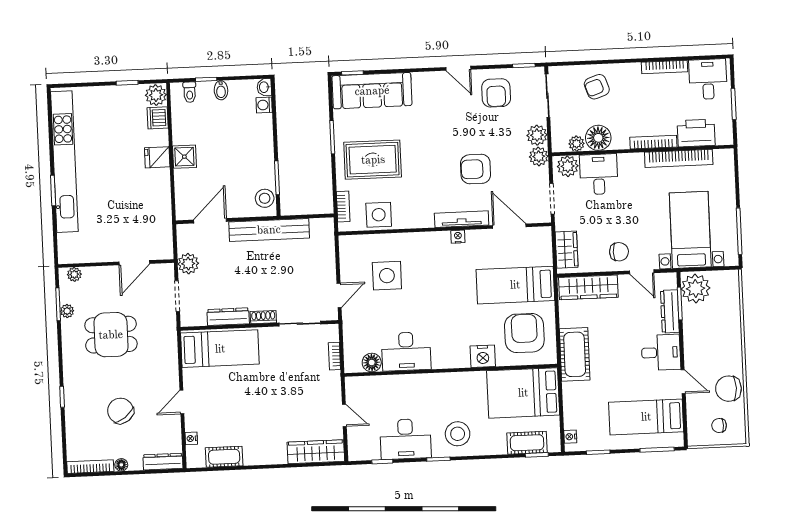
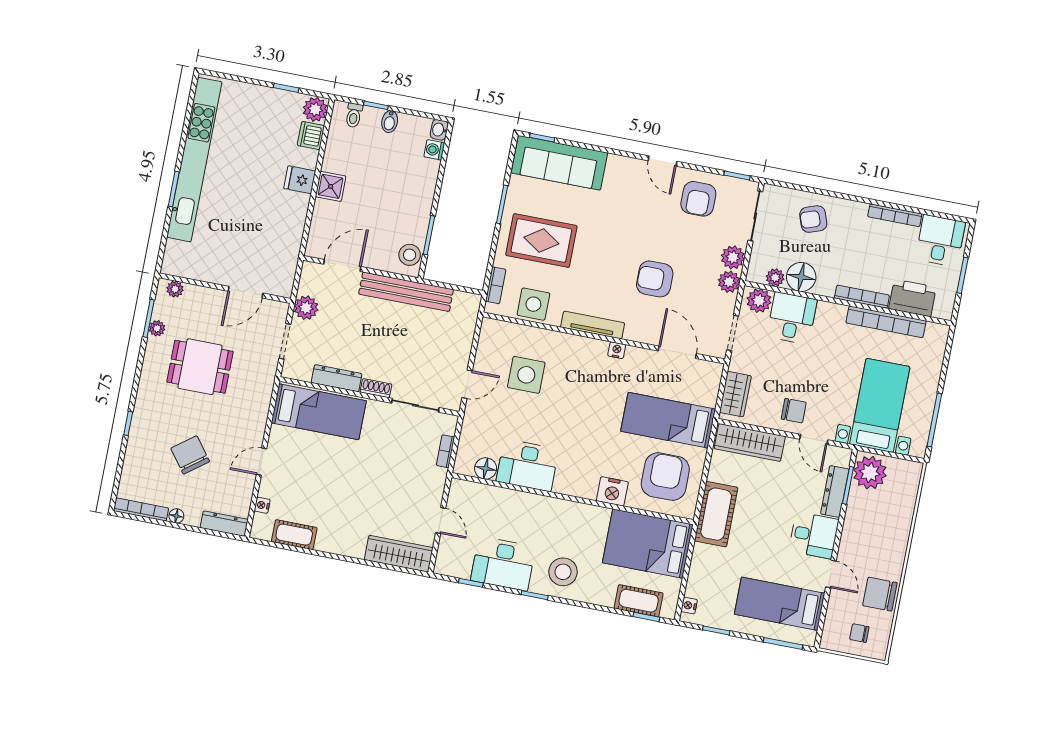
tv unit: (462, 219) -> (593, 325), moved

